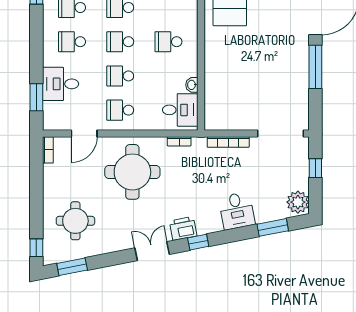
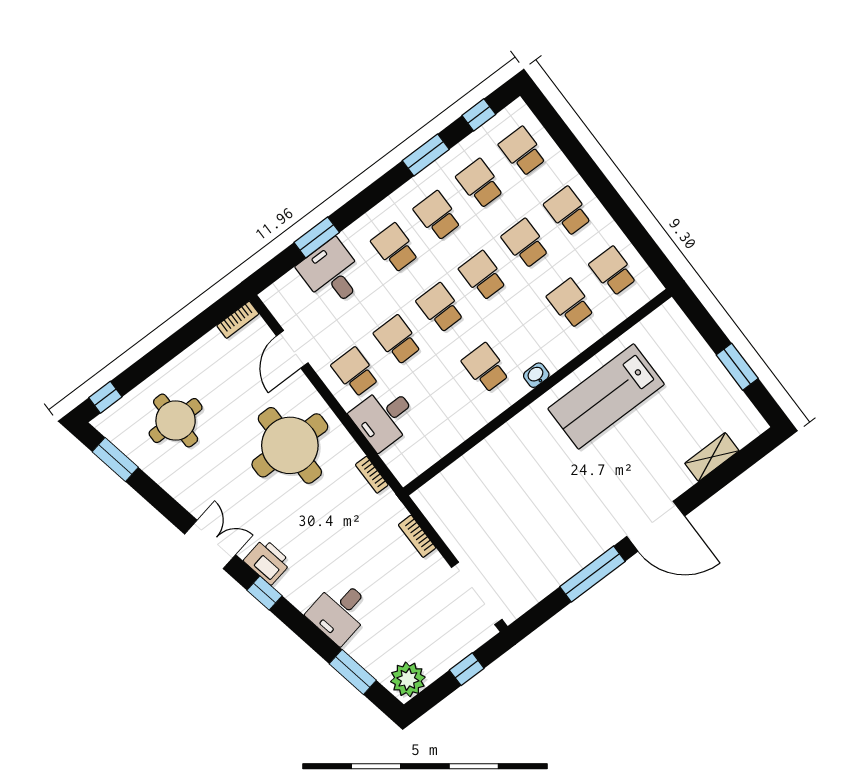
washbasin: (192, 85) -> (536, 375), moved
window: (36, 97) -> (317, 237), moved
desk: (180, 110) -> (384, 417), moved, turned 90
door: (84, 134) -> (292, 349), hinge flipped
bookcase: (228, 142) -> (417, 536), width x0.64

